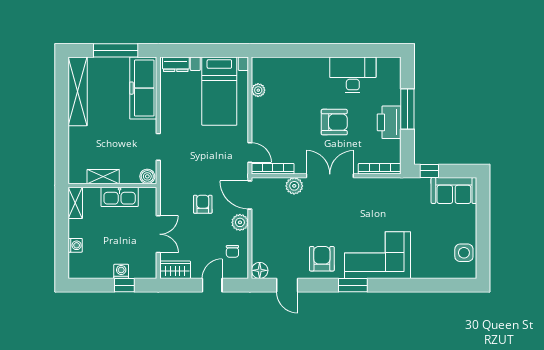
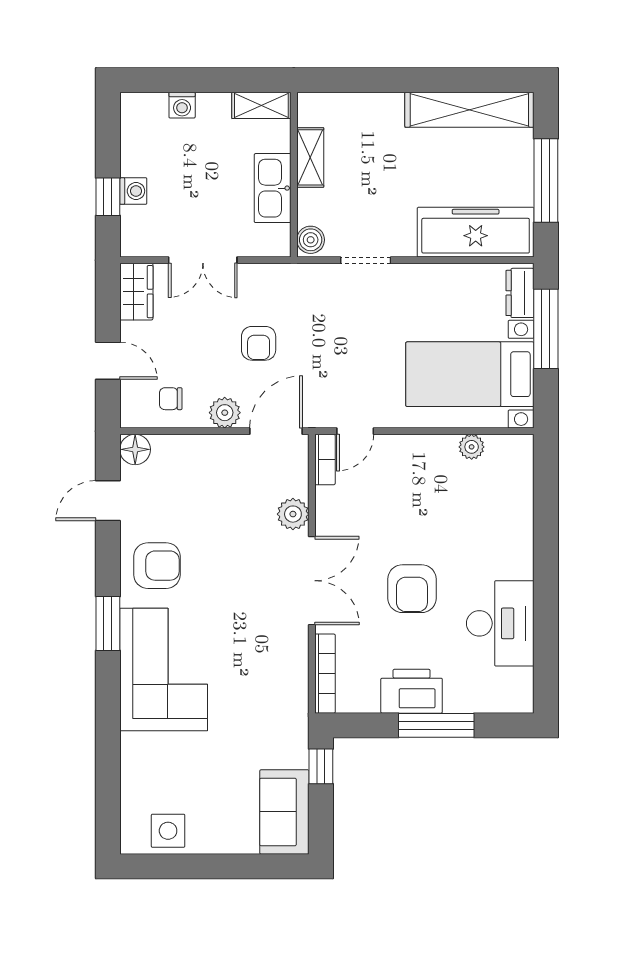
window: (195, 50) -> (546, 329), added
bookcase: (273, 169) -> (325, 460), width x0.64
armchair: (203, 204) -> (259, 343), turned 90

